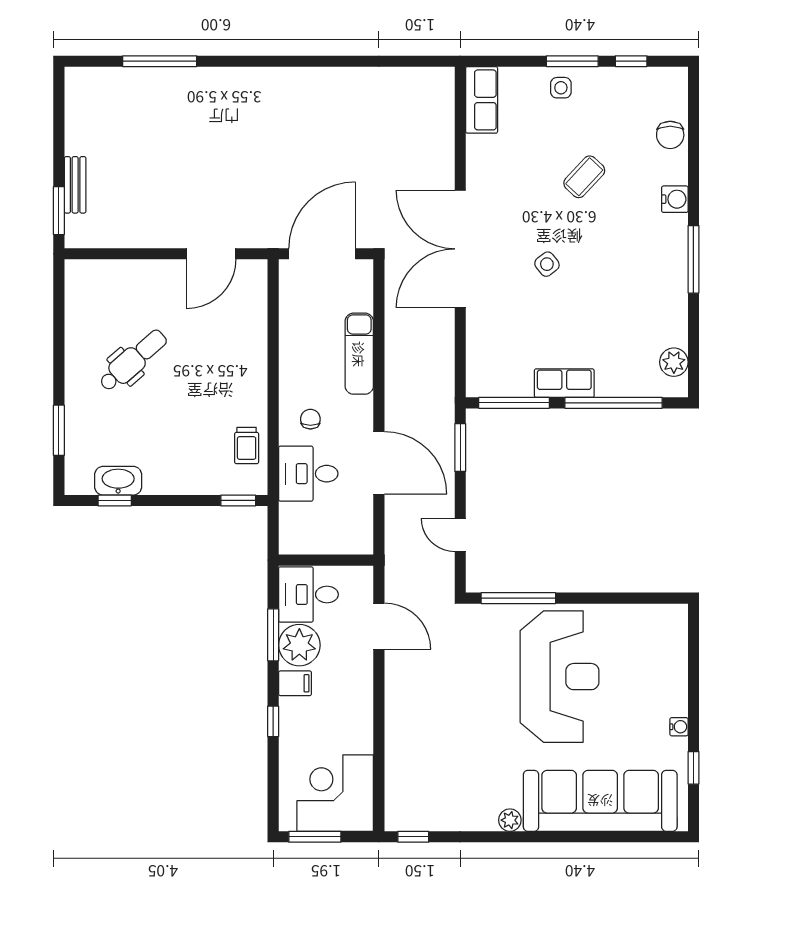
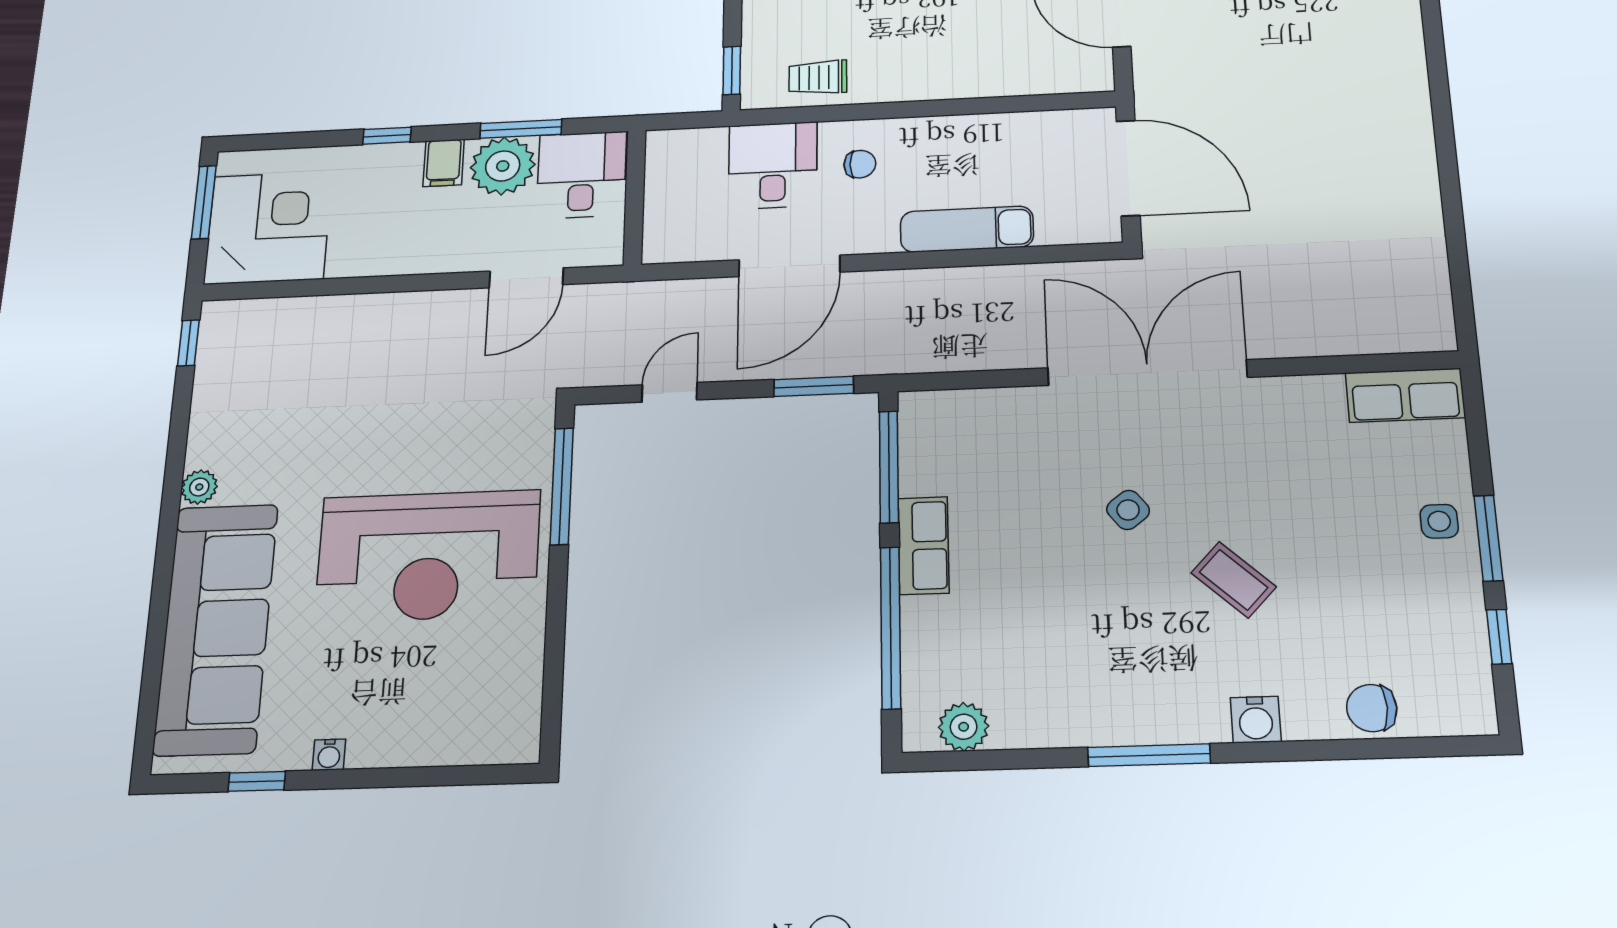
coffee table: (584, 177) -> (1234, 580), moved

